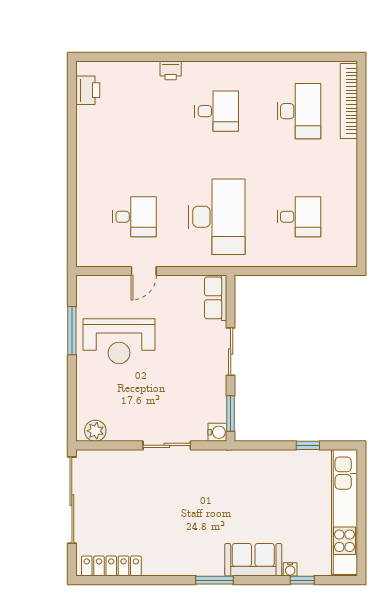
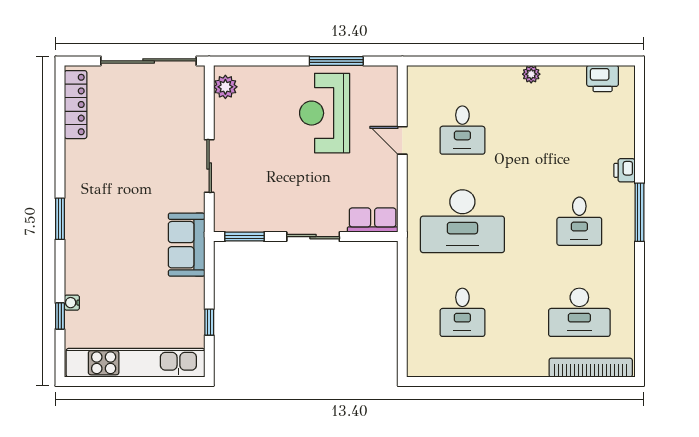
window: (209, 57) -> (639, 212), added
plant: (84, 155) -> (531, 74), added
water cooler: (217, 432) -> (224, 222), removed
sofa: (253, 560) -> (187, 245), moved, turned 180

